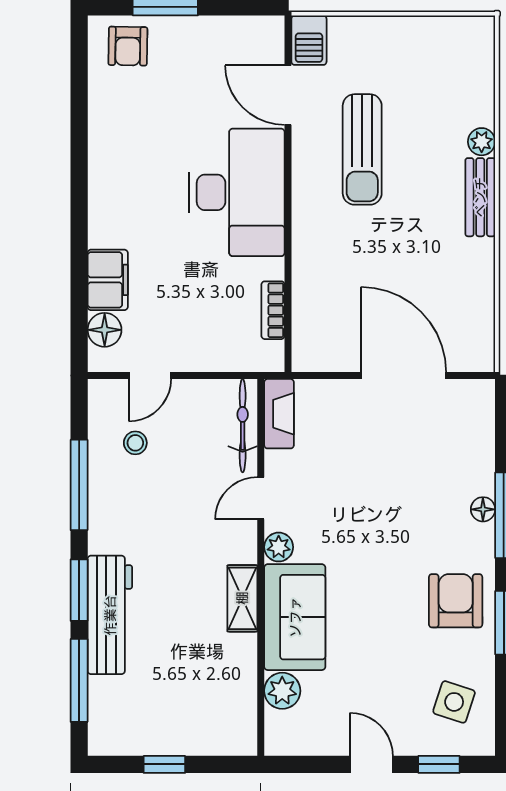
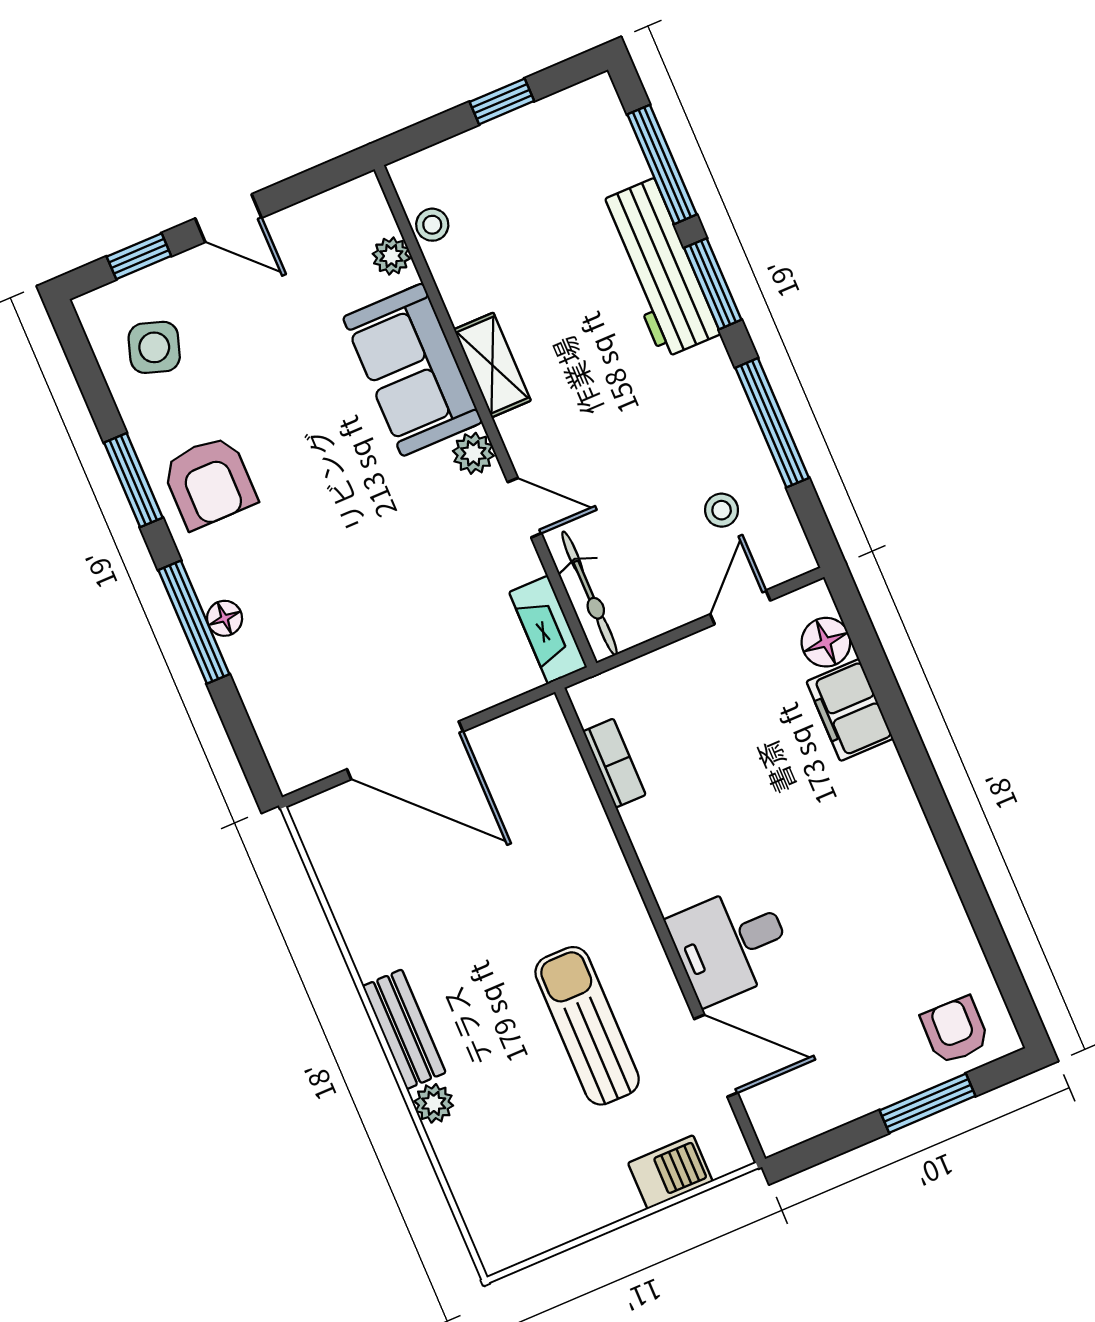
barbecue: (309, 40) -> (670, 1172), moved, turned 90
desk: (237, 192) -> (731, 944), width x0.53, depth x0.77
door: (261, 498) -> (524, 508), hinge flipped
plant: (282, 691) -> (391, 256), width x0.73, depth x0.73
stool: (243, 705) -> (432, 225), added

